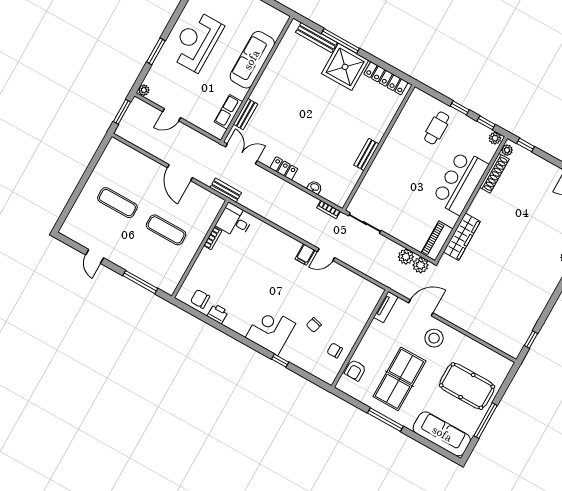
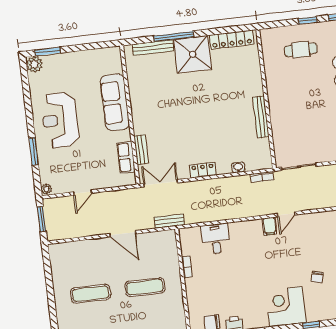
cafe table: (437, 128) -> (301, 50), turned 90
bench: (366, 154) -> (261, 117), width x1.36
desk: (235, 221) -> (216, 239), moved, turned 90

